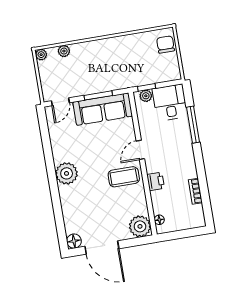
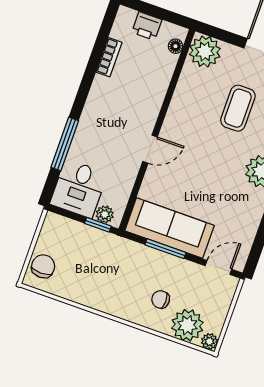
chair: (165, 44) -> (43, 266), turned 180
plant: (64, 51) -> (187, 325), width x1.87, depth x1.87
chair: (84, 64) -> (161, 299), added
coffee table: (124, 177) -> (238, 108), moved, turned 90
printer: (156, 181) -> (147, 26), moved, turned -90

